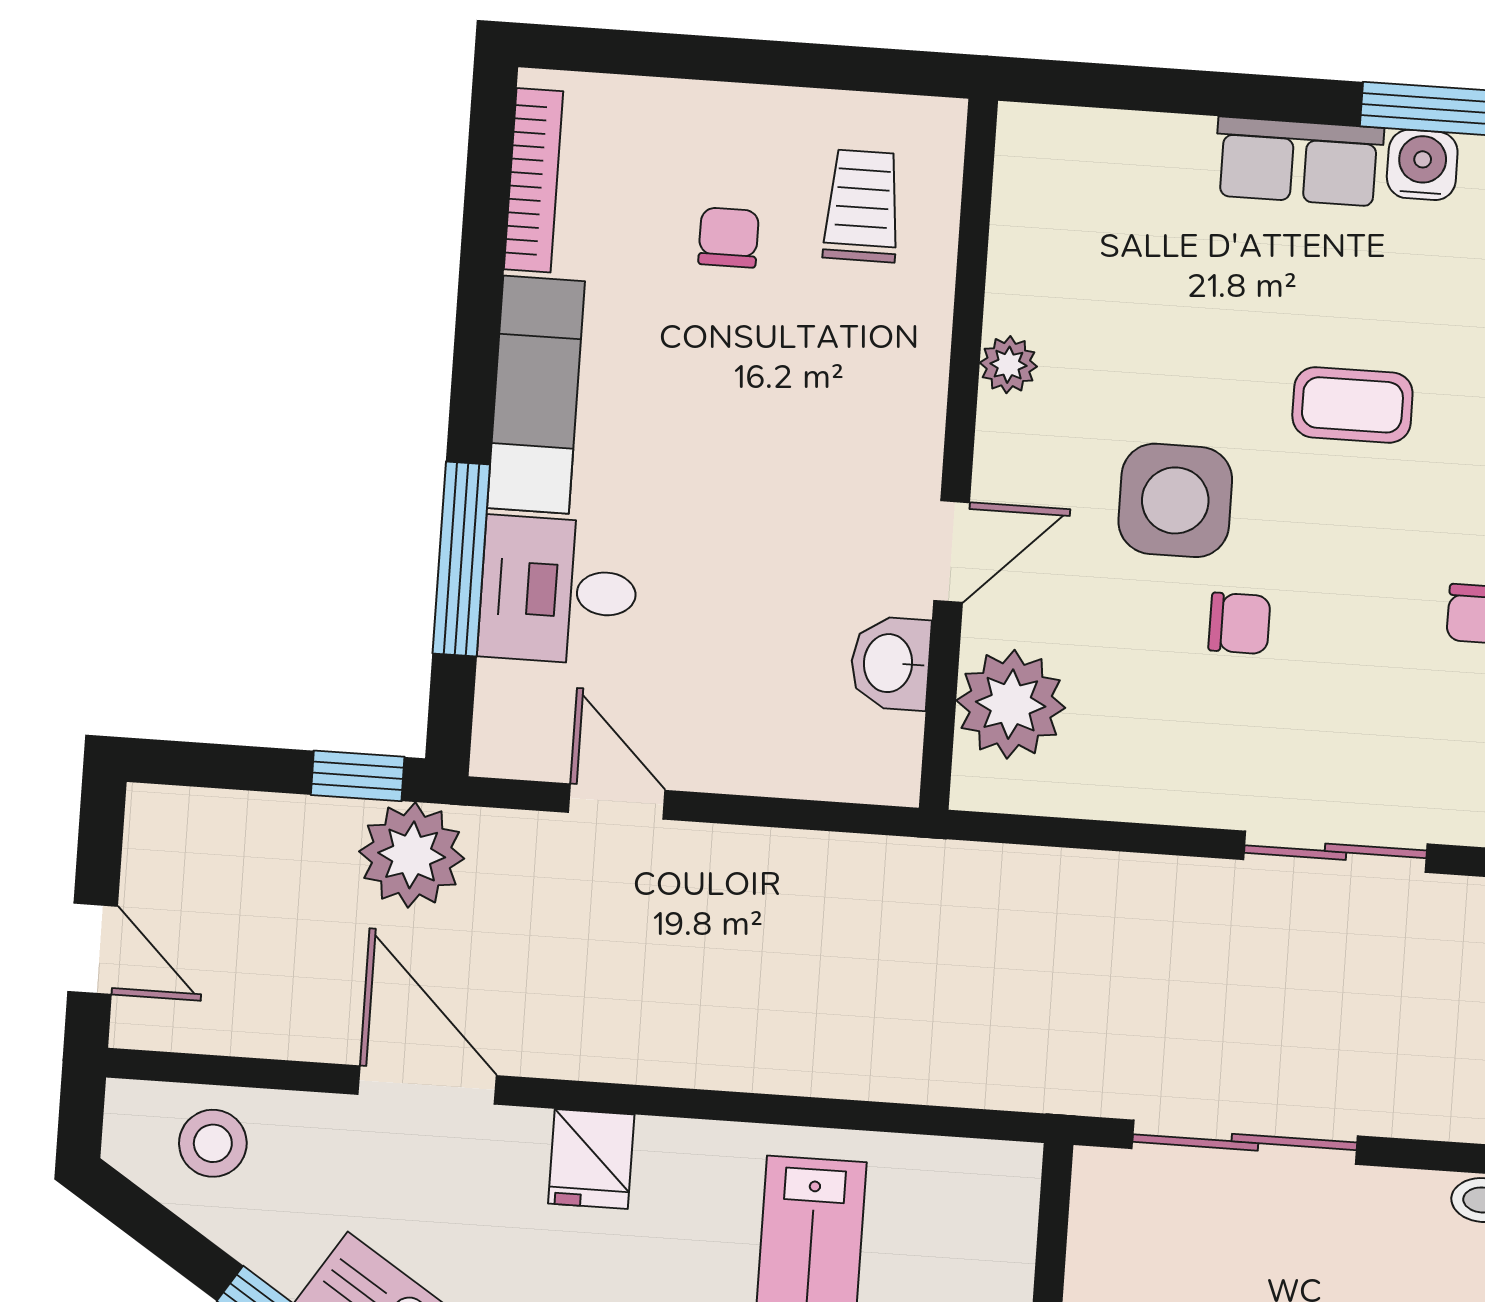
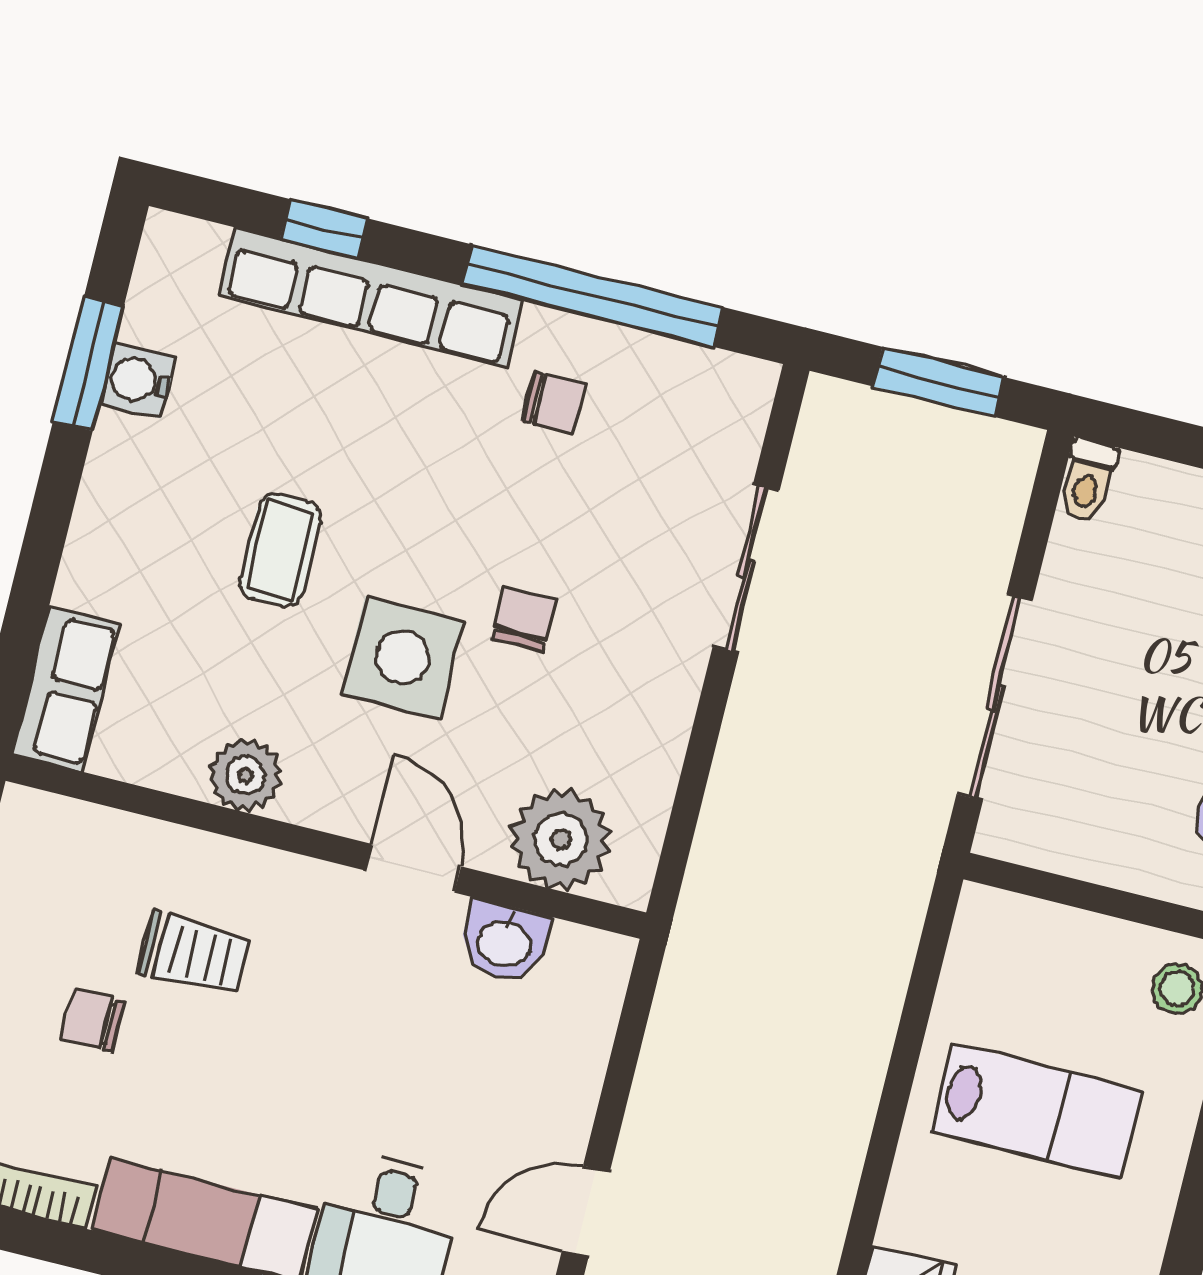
row of seats: (1299, 162) -> (66, 689), moved
trolley: (862, 206) -> (194, 954), moved, turned 180
plant: (1008, 365) -> (245, 775), width x1.38, depth x1.38
coffee table: (1352, 405) -> (280, 550), moved

